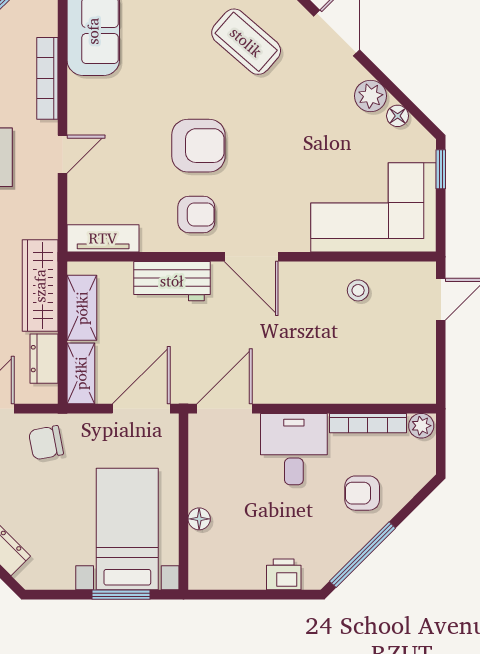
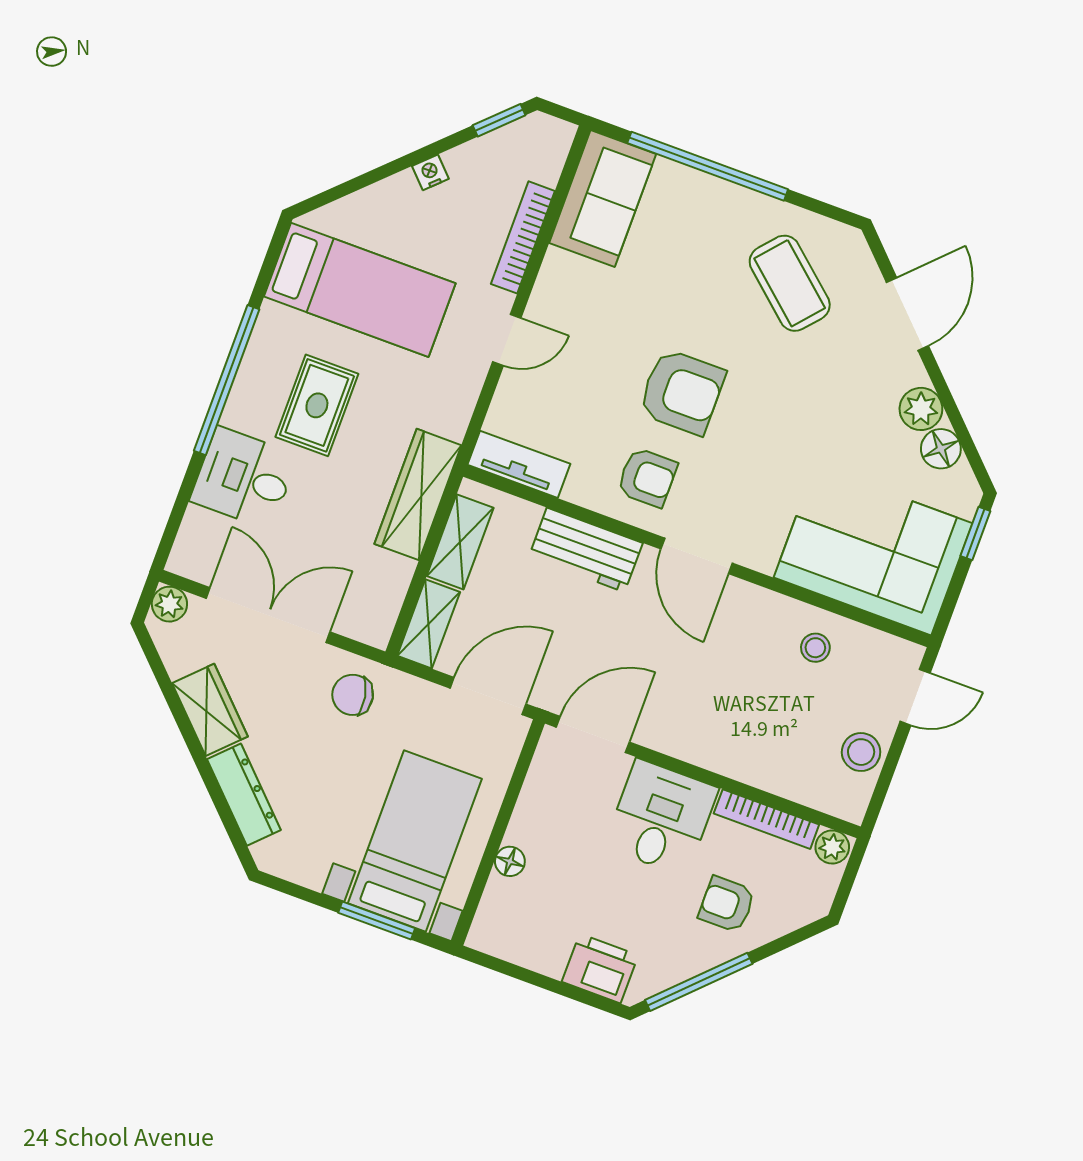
floor lamp: (398, 116) -> (941, 449), width x1.37, depth x1.37
stool: (417, 352) -> (861, 752), added
dresser: (44, 359) -> (389, 588), removed
printer: (284, 574) -> (600, 968), width x1.36, depth x1.24

